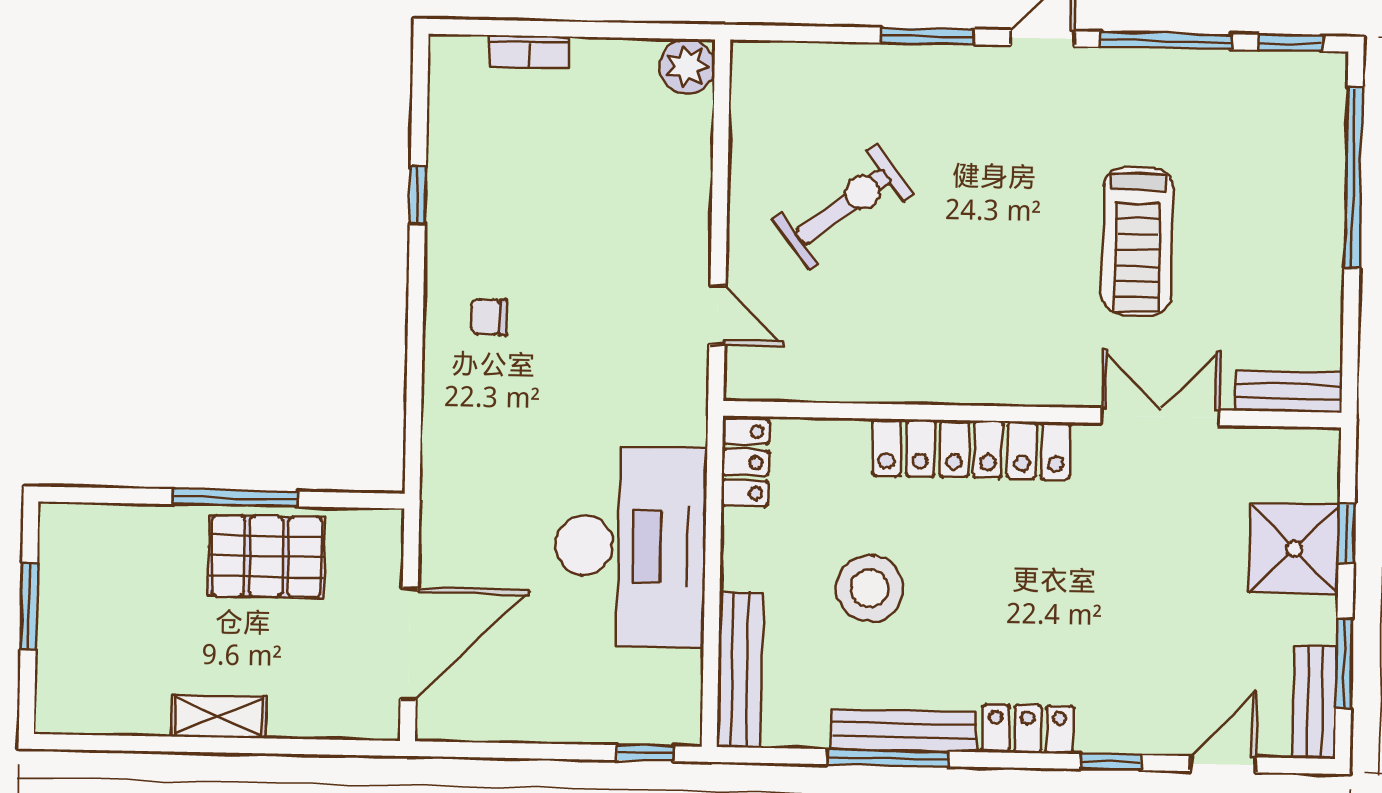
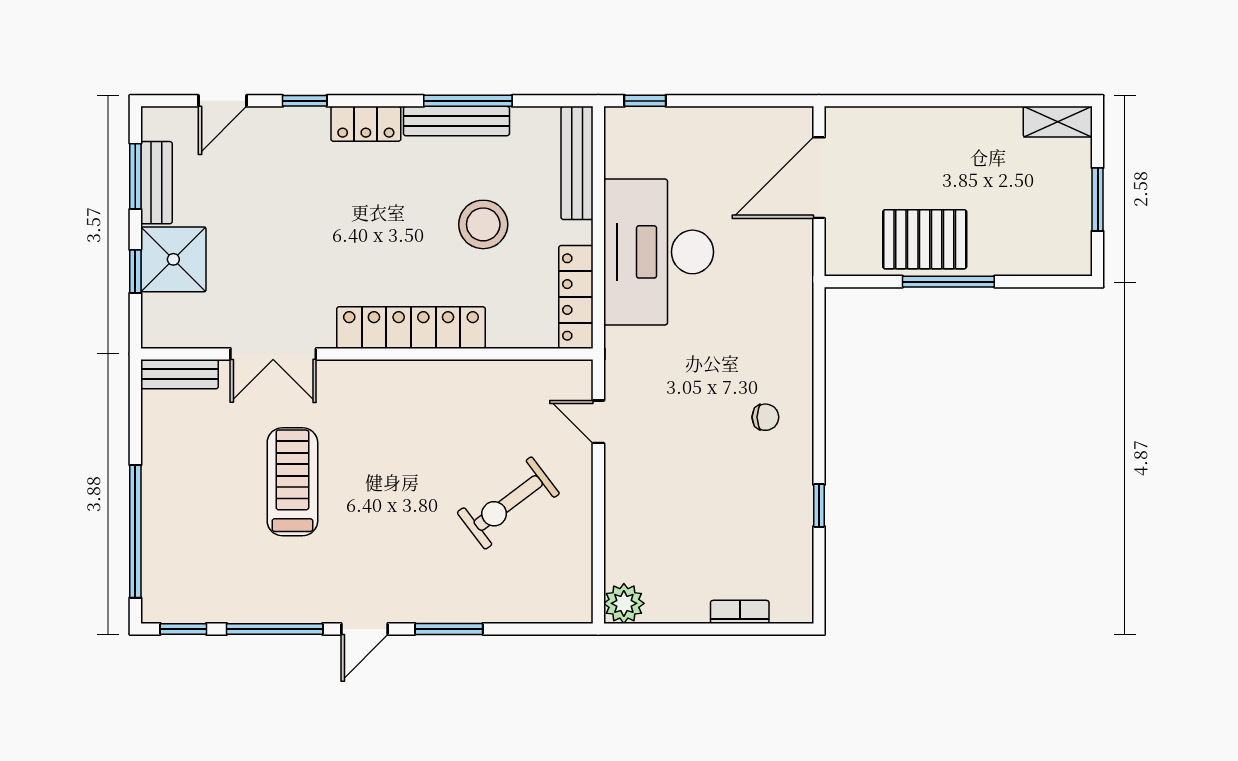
locker: (745, 462) -> (576, 297), width x1.53
bench: (1314, 702) -> (156, 183), moved
shelving: (219, 716) -> (1058, 122), moved

